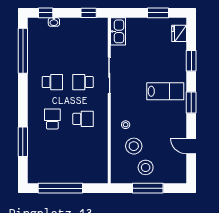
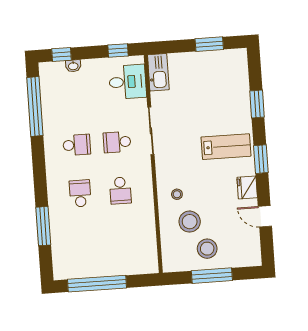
fridge: (179, 33) -> (247, 187), moved
desk: (94, 37) -> (128, 82), added
school desk: (83, 119) -> (120, 191), turned 90

